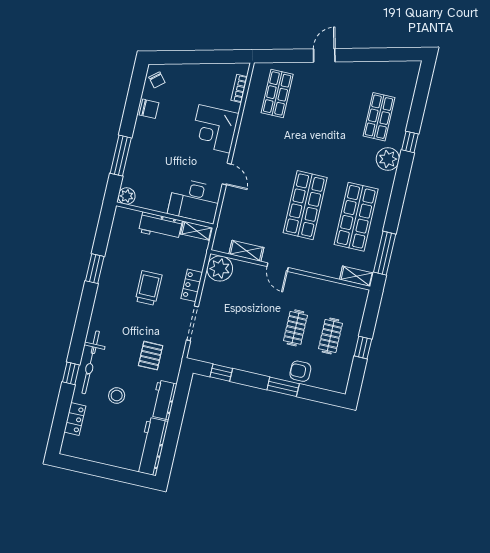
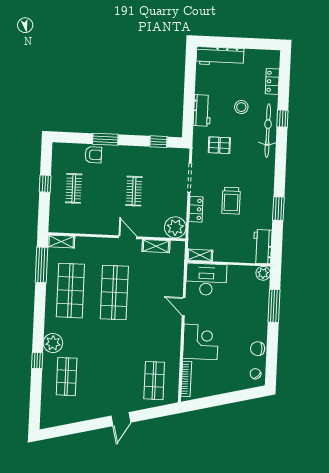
bookcase: (239, 88) -> (186, 379), width x1.56
workbench: (160, 226) -> (262, 247), moved, turned -90
clothes rail: (295, 328) -> (134, 191), moved
pallet: (151, 356) -> (219, 145), turned 90
workbench: (152, 446) -> (220, 56), moved, turned 90

